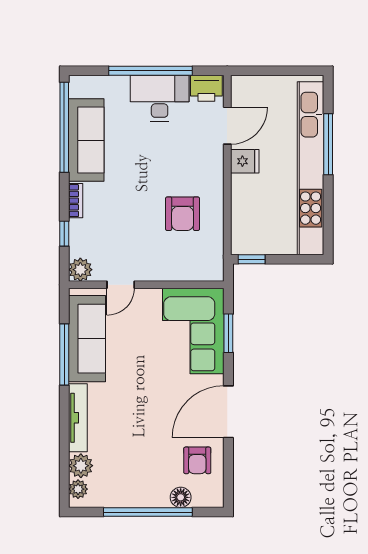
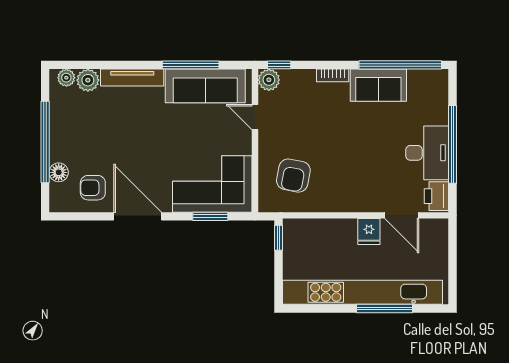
sofa: (86, 140) -> (378, 85), width x0.73
armchair: (183, 214) -> (293, 176), moved, turned -79
window: (64, 234) -> (279, 65), moved

